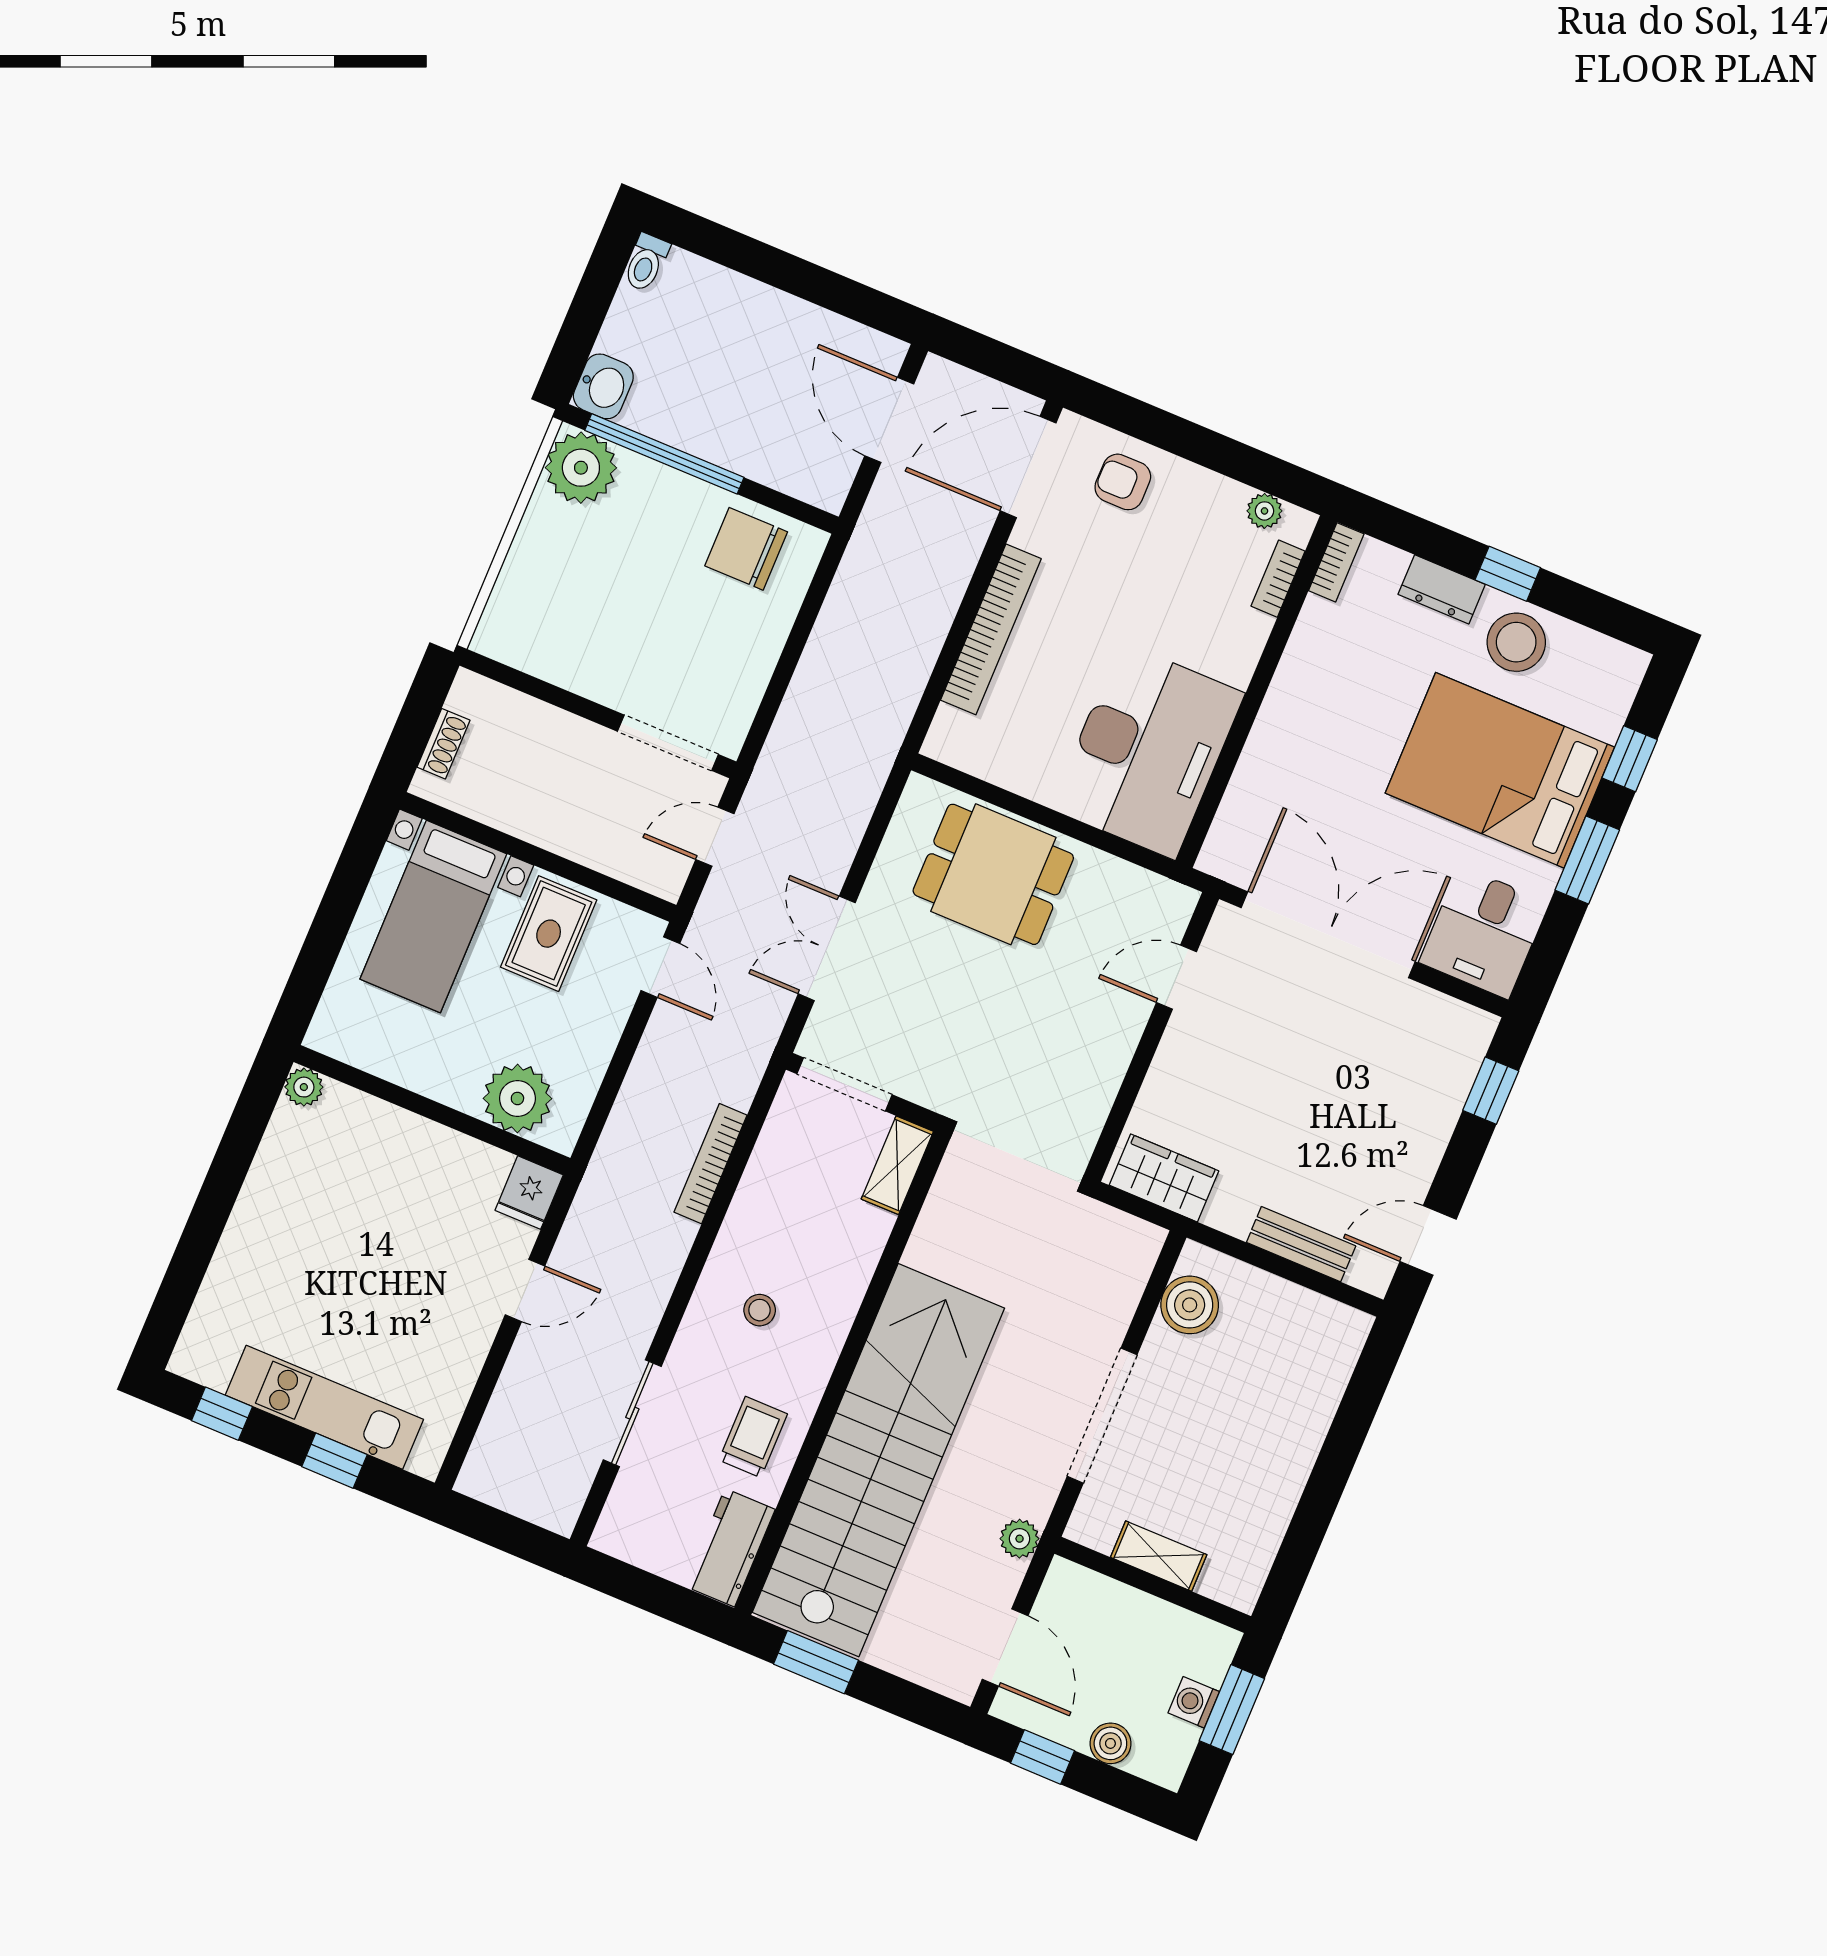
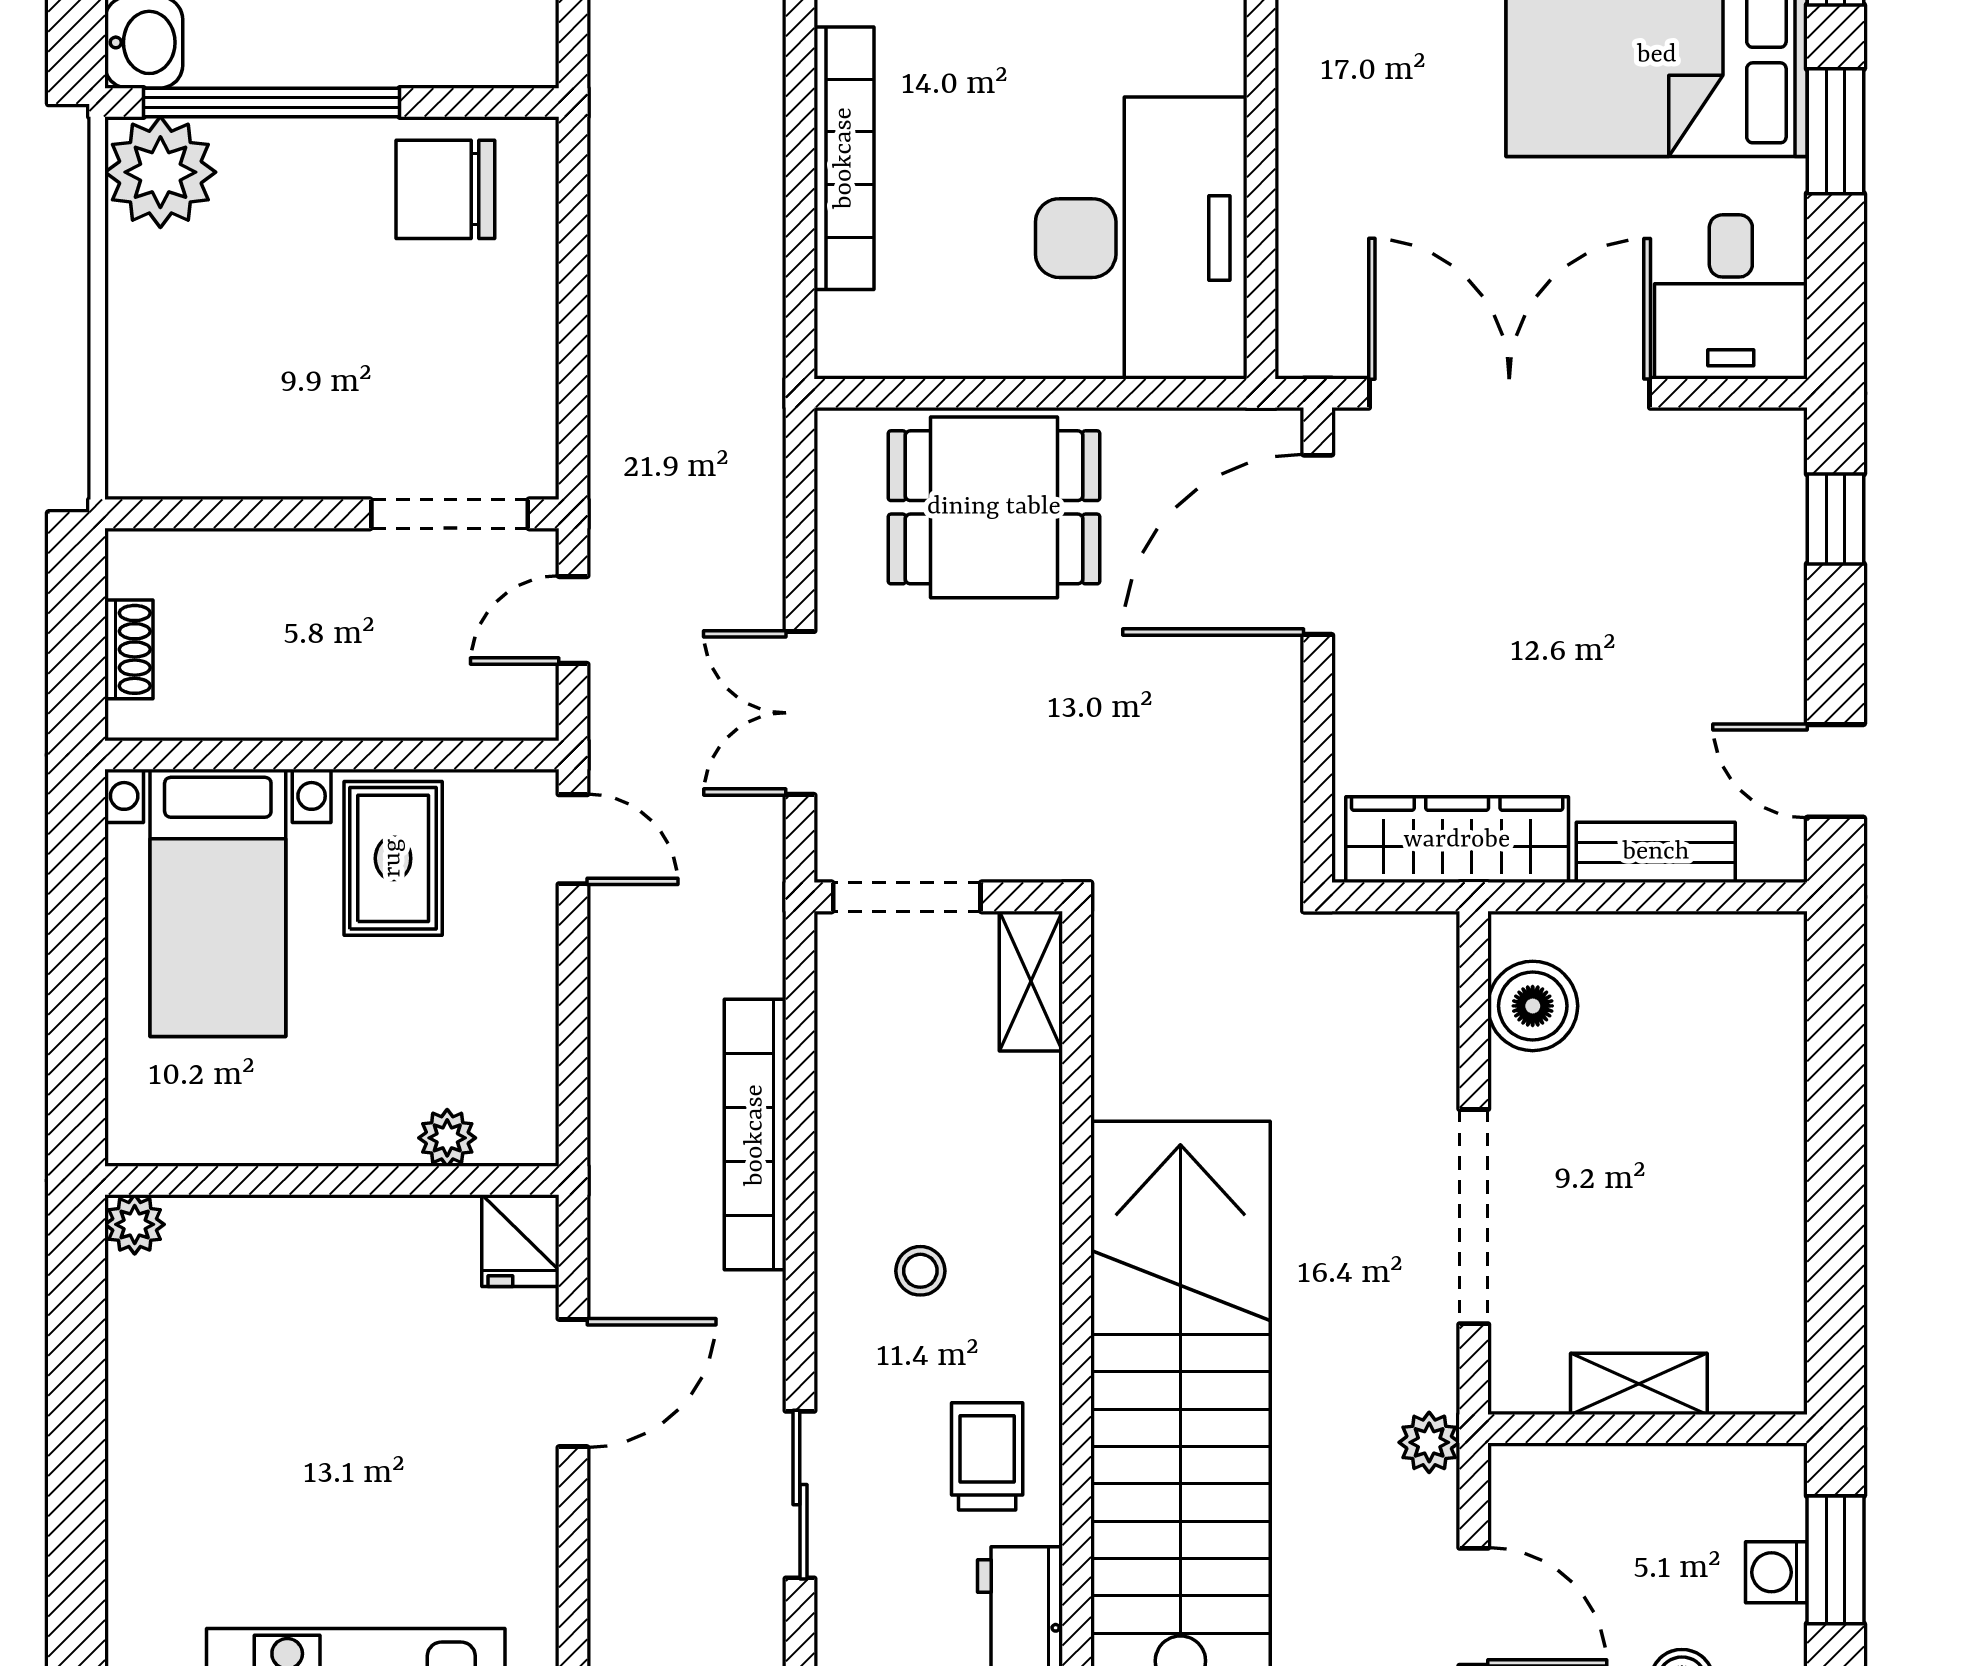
door: (1176, 977) -> (1318, 545), width x1.87
plant: (517, 1098) -> (447, 1138), width x0.53, depth x0.53
bookcase: (710, 1164) -> (755, 1135), width x1.48, depth x1.31
wardrobe: (1164, 1178) -> (1457, 840), width x1.50
door: (1428, 1240) -> (1835, 771), hinge flipped
door: (525, 1290) -> (573, 1383), width x1.38

